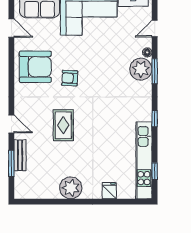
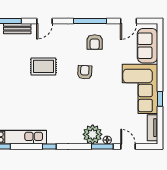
armchair: (35, 67) -> (95, 42), width x0.53, depth x0.53
window: (155, 71) -> (102, 146), moved
window: (11, 72) -> (90, 21), added

